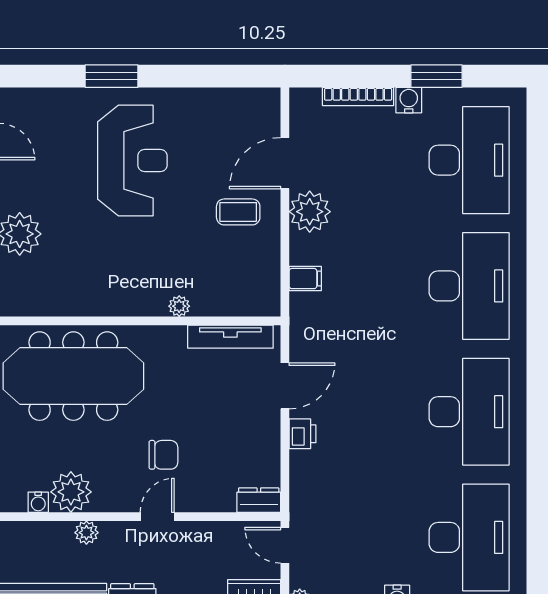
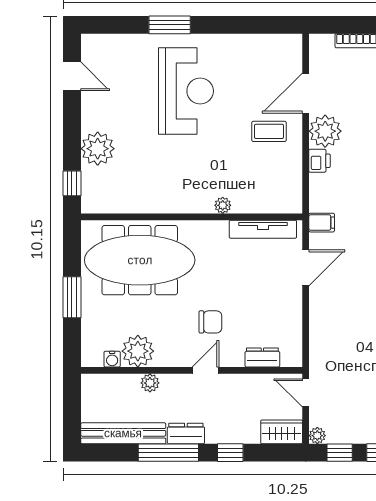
filing cabinet: (305, 279) -> (322, 223), moved
printer: (302, 434) -> (319, 161), moved
dresser: (259, 500) -> (262, 357), moved

